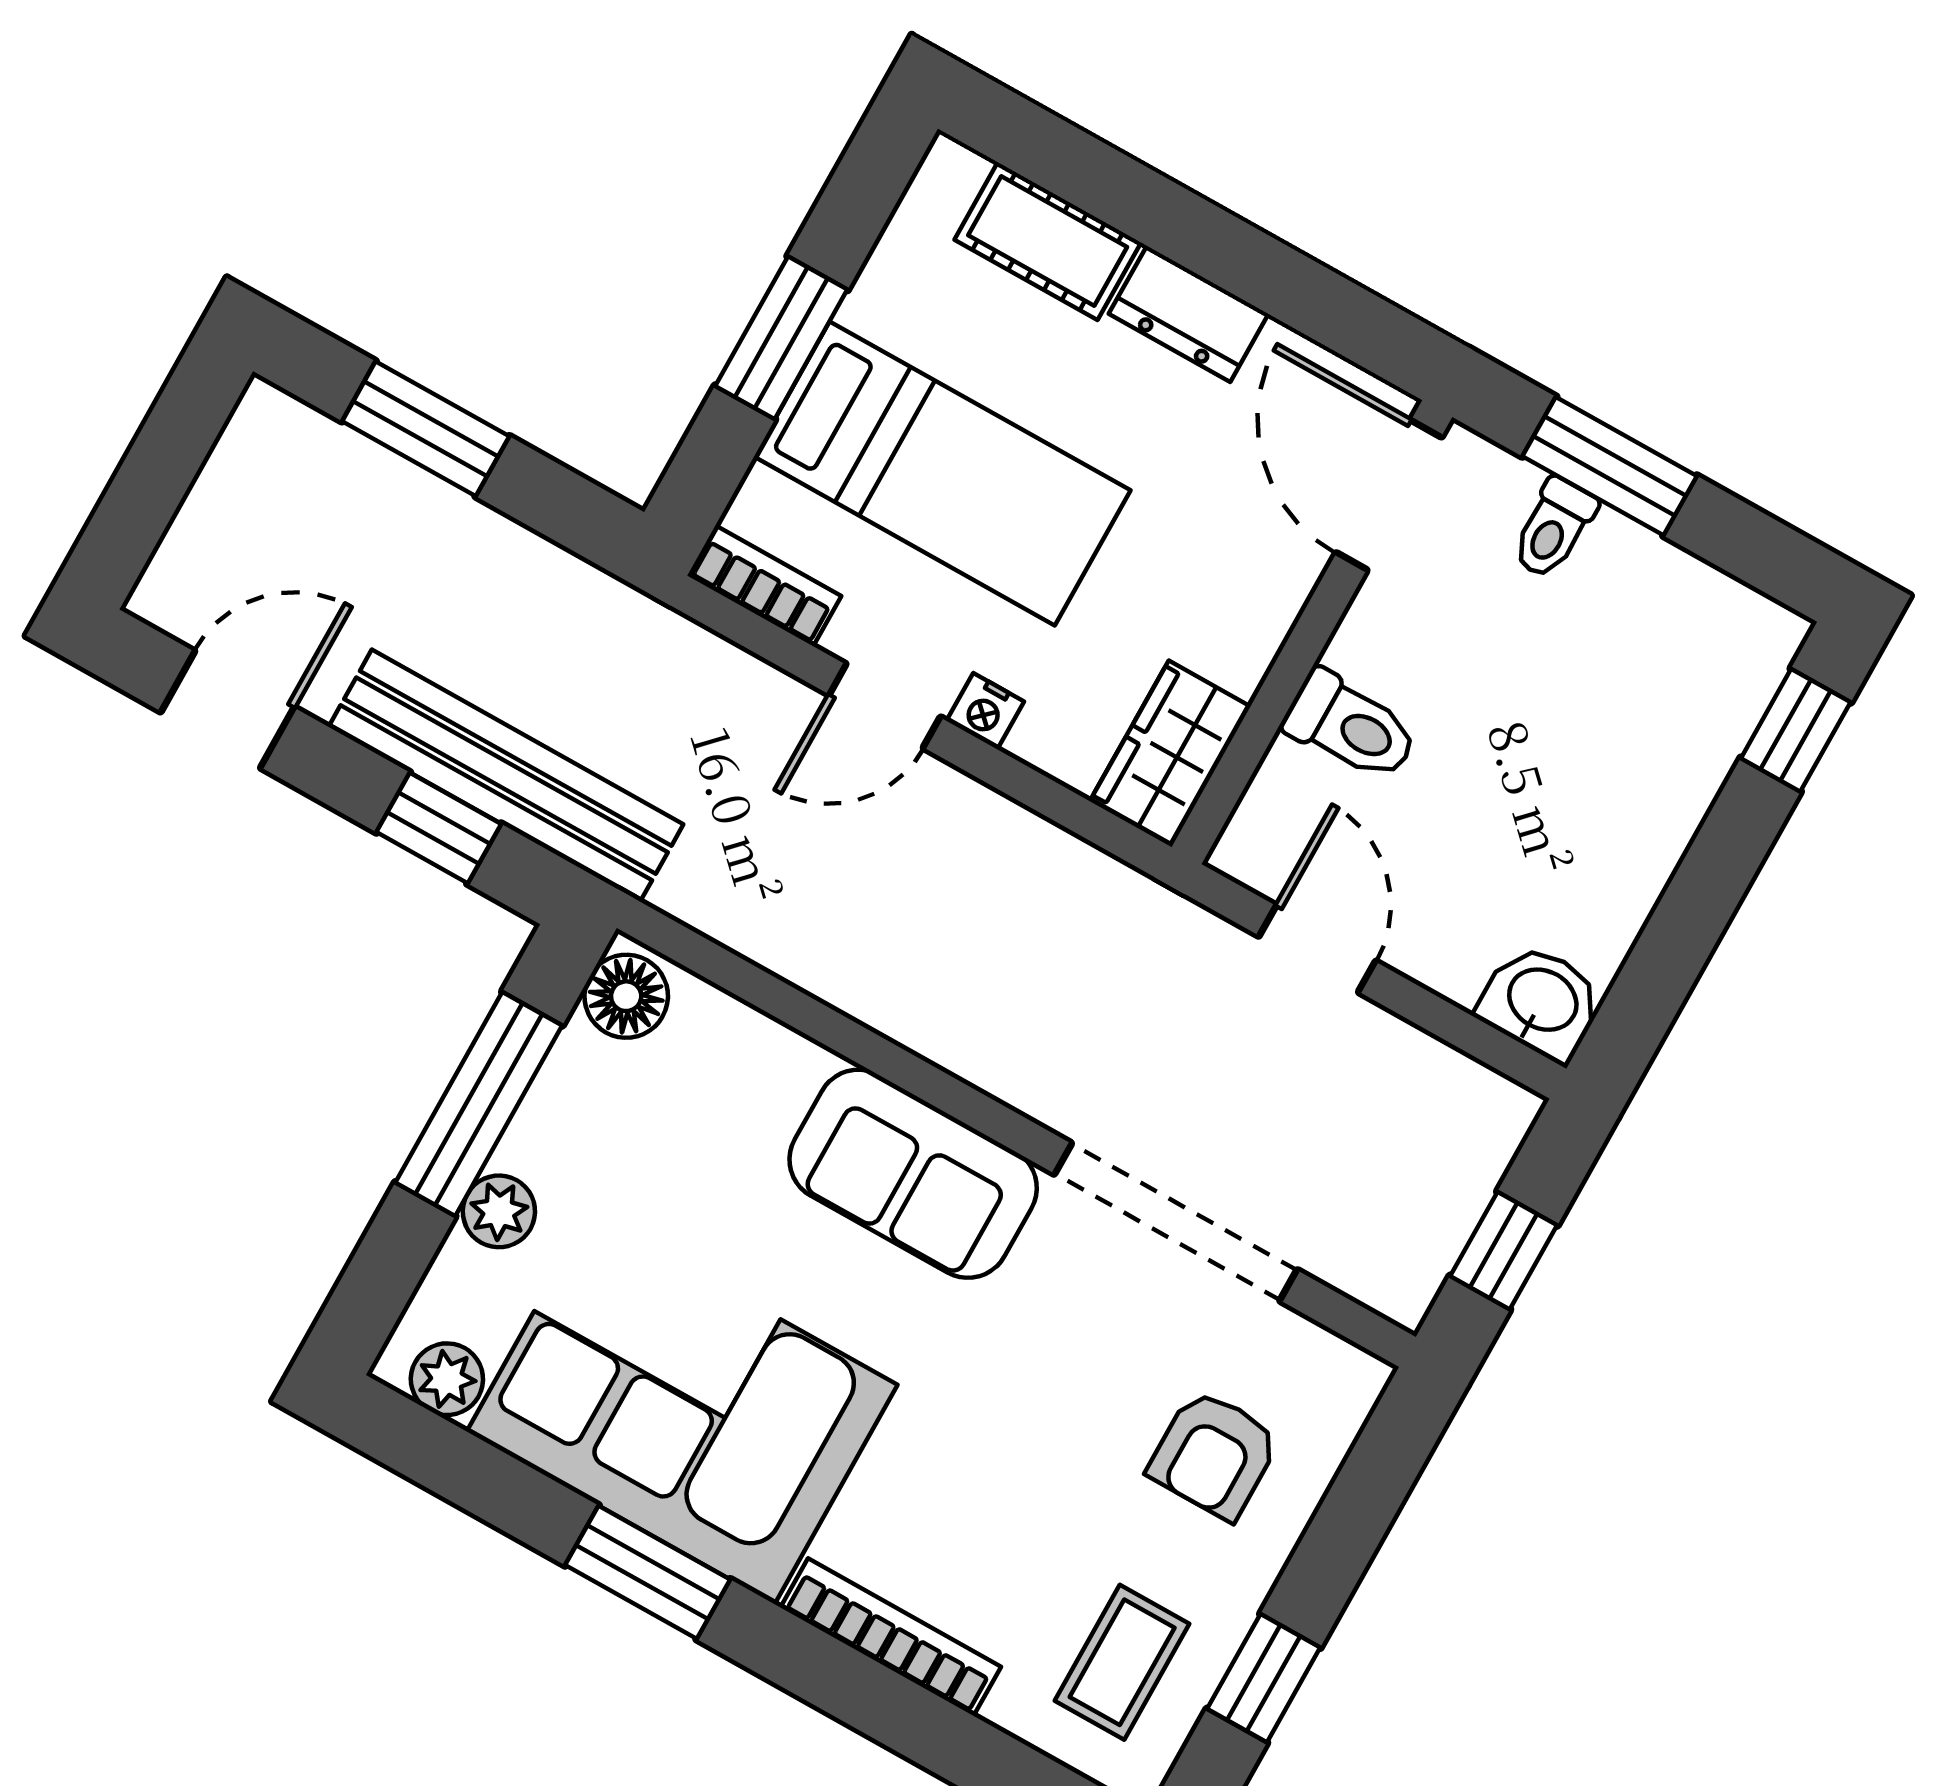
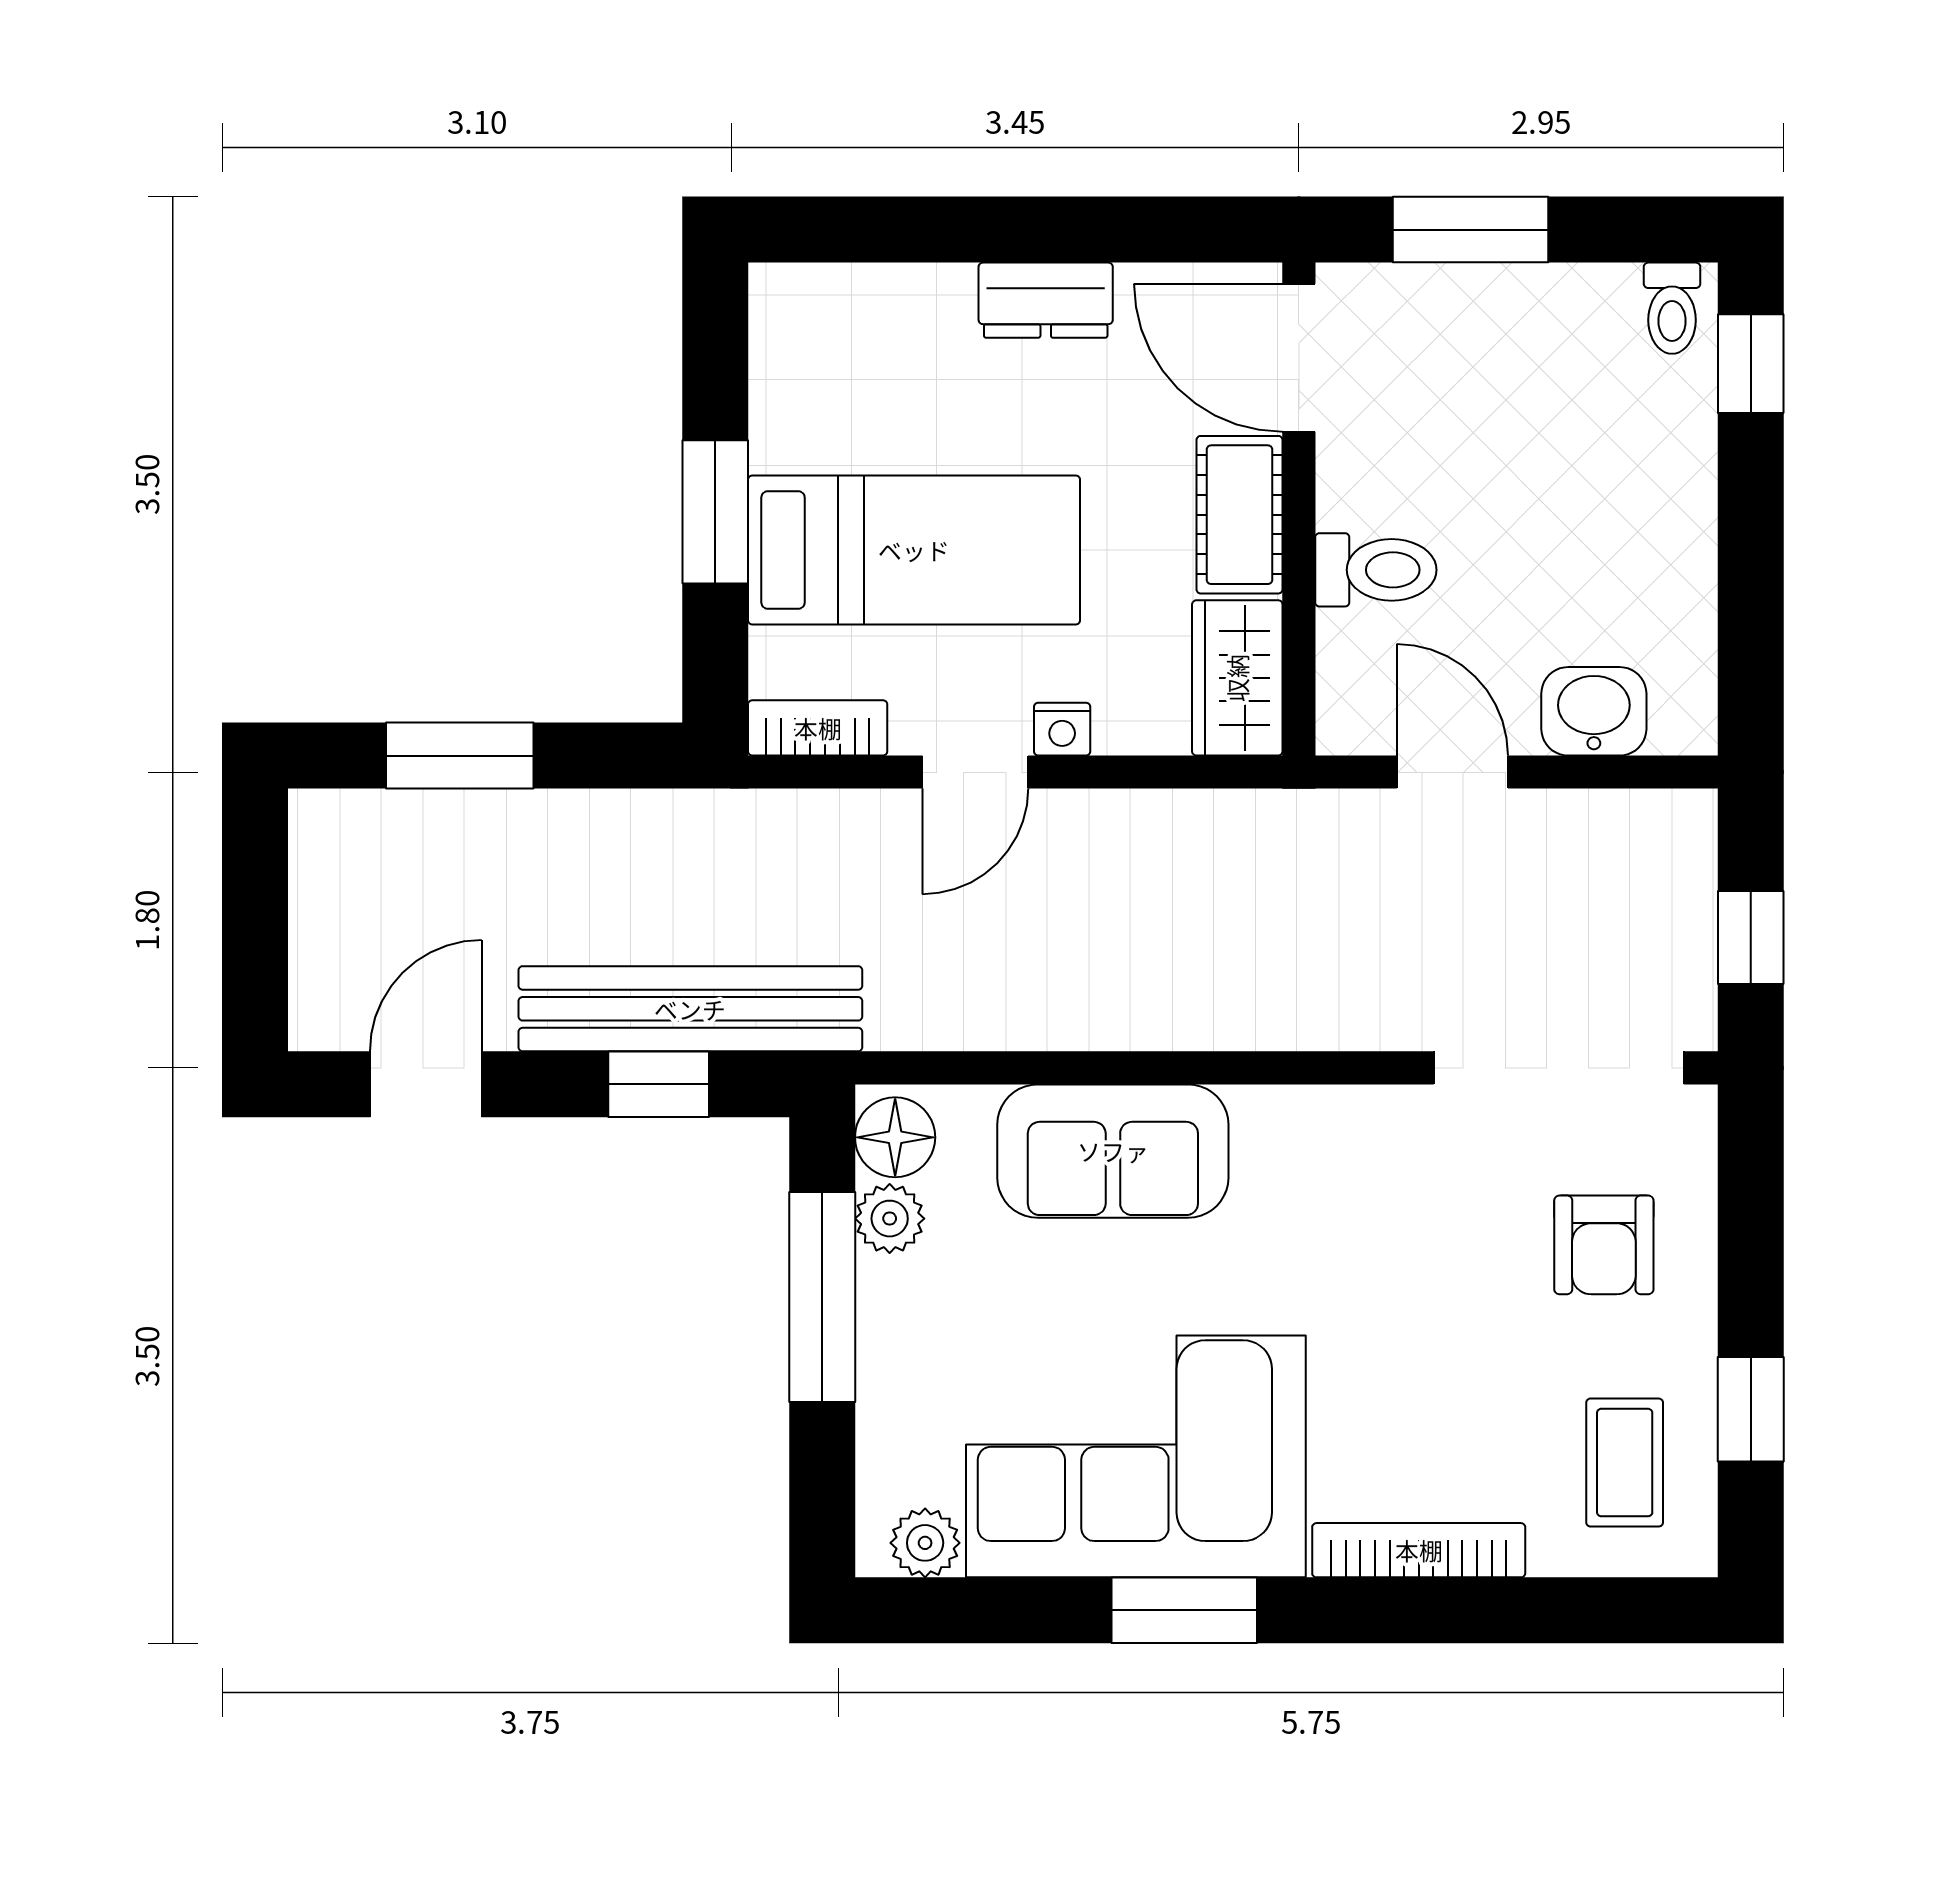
cot: (1048, 241) -> (1239, 515), moved, turned 90
toilet: (1554, 528) -> (1672, 308), moved
washbasin: (1541, 1002) -> (1594, 711), moved
sofa: (913, 1174) -> (1113, 1151), moved
plant: (499, 1211) -> (890, 1219), moved
doorway: (1176, 1222) -> (1559, 1068), moved

